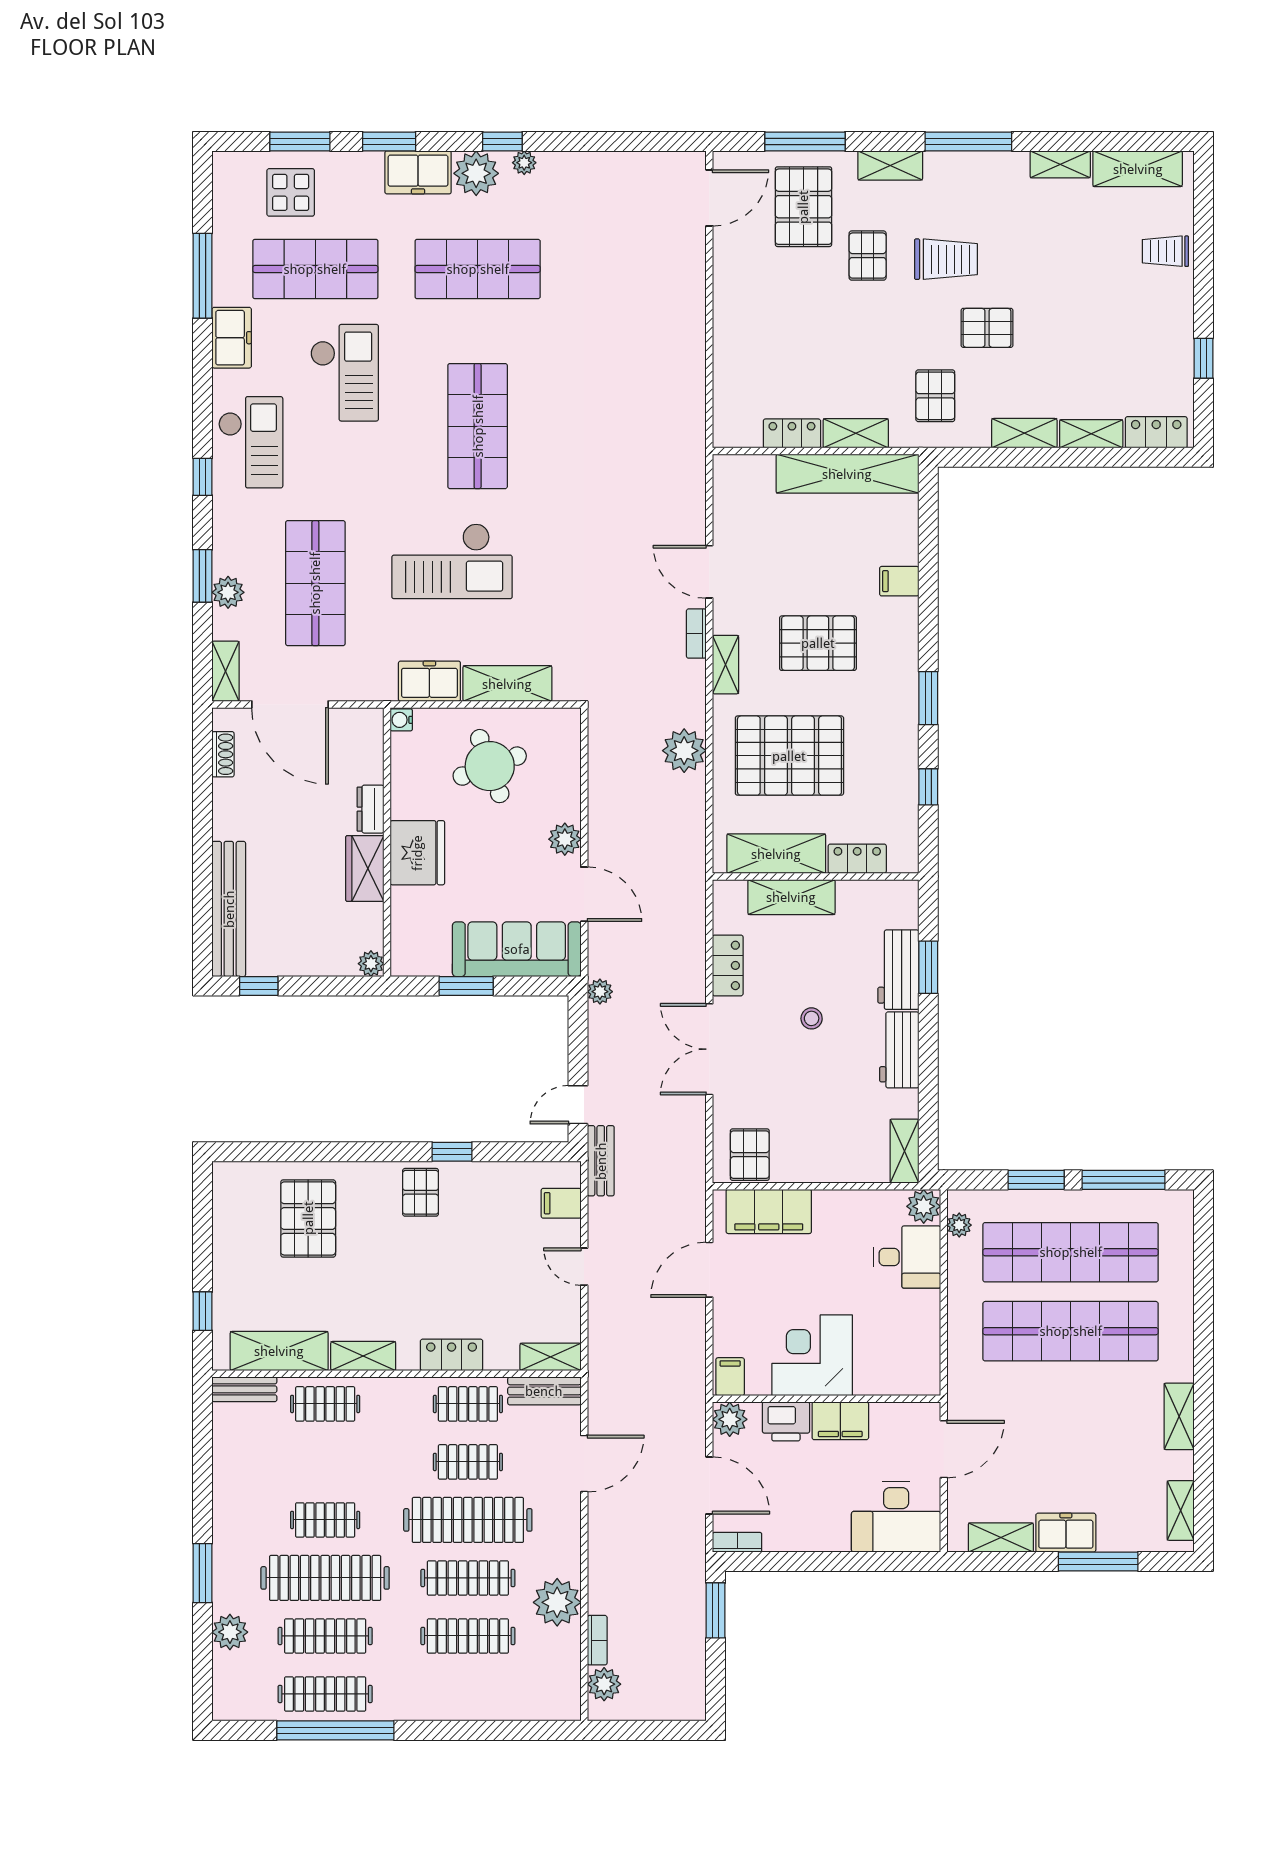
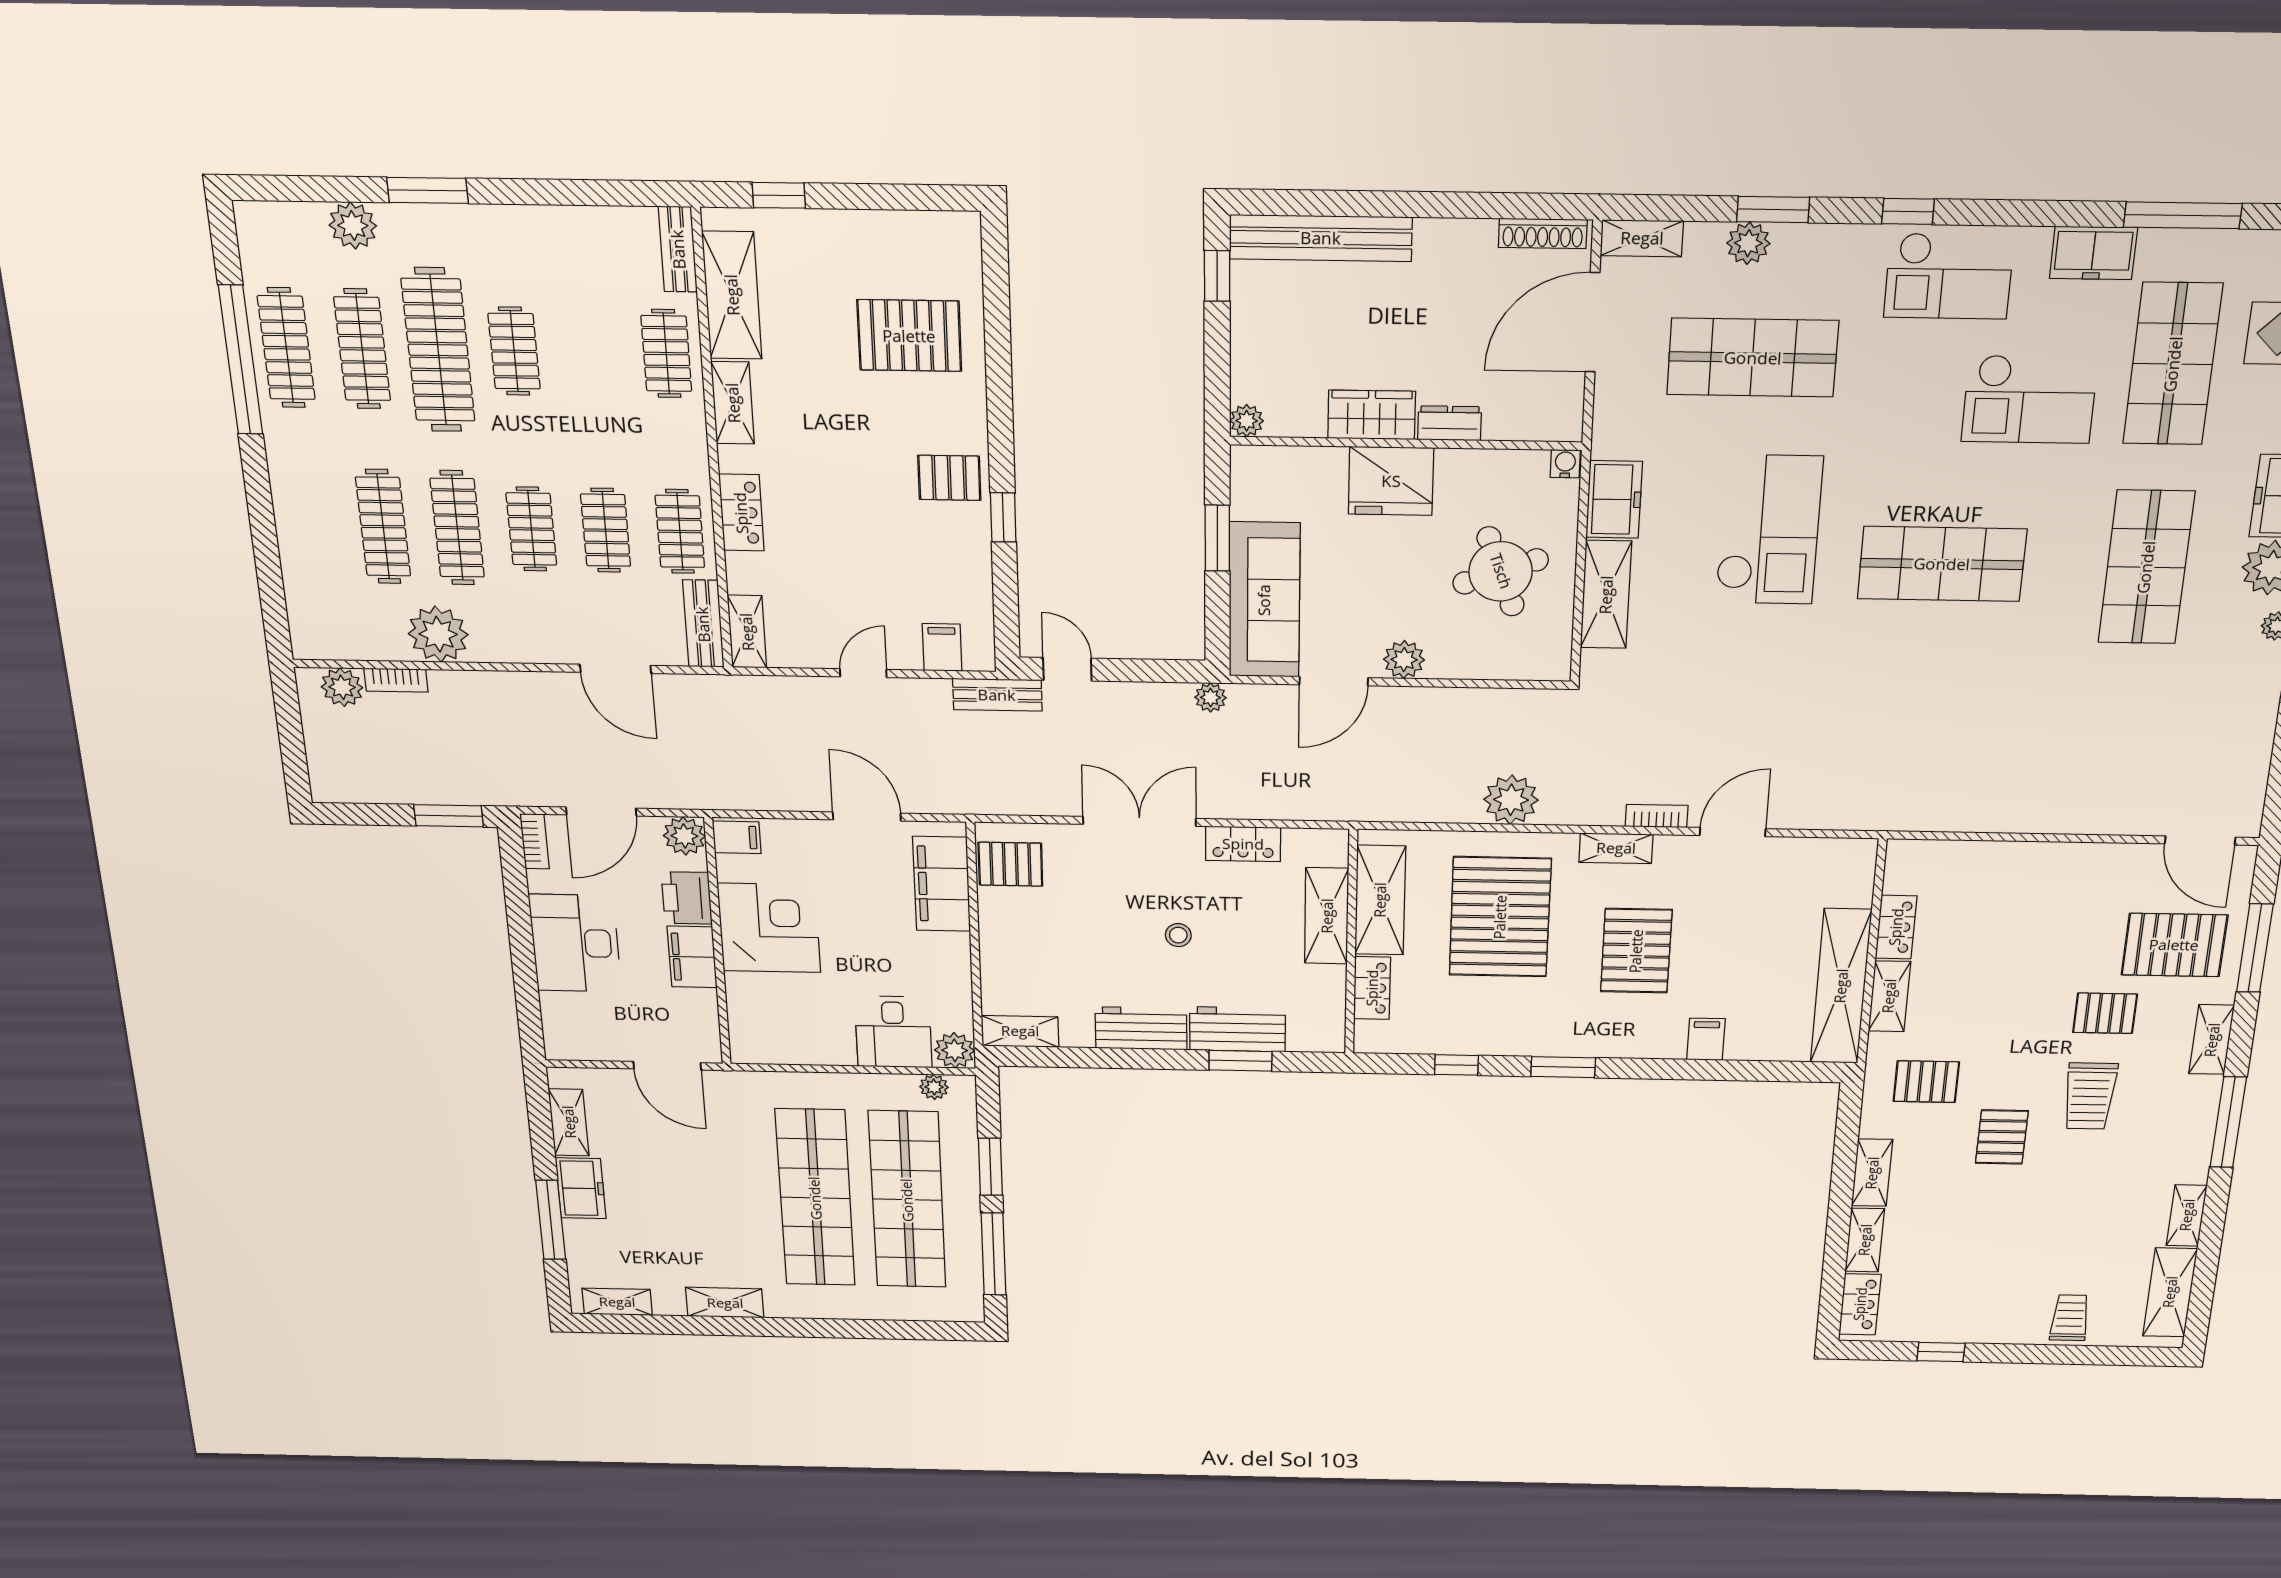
checkout: (452, 561) -> (1769, 530), turned 180
shoe rack: (223, 754) -> (1543, 233), width x1.43
desk: (896, 1517) -> (575, 943), moved
clothes rail: (468, 1520) -> (531, 529), width x0.54, depth x0.76

